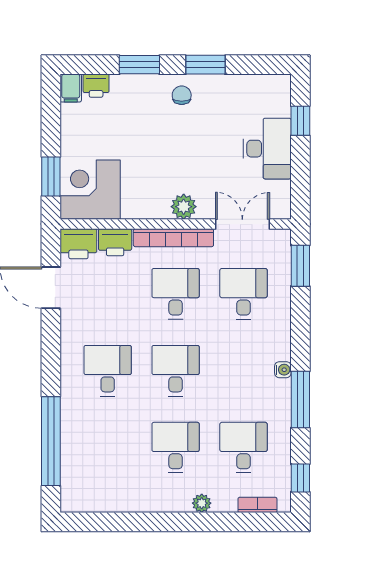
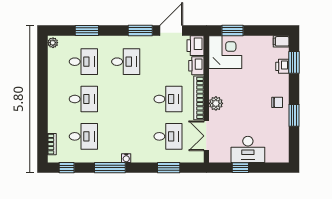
window: (139, 65) -> (294, 62), moved
printer: (96, 86) -> (282, 66), moved
window: (300, 121) -> (240, 168), moved
double door: (242, 224) -> (206, 136), swing flipped
window: (300, 266) -> (169, 168), moved
window: (51, 344) -> (140, 30), added
desk: (176, 371) -> (83, 62), moved
window: (51, 441) -> (87, 30), width x0.47
plant: (202, 503) -> (53, 43), moved

